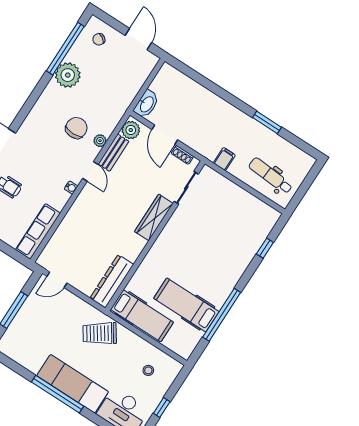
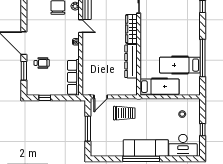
dresser: (112, 281) -> (131, 61), moved
trolley: (100, 333) -> (124, 113), moved, turned -146

